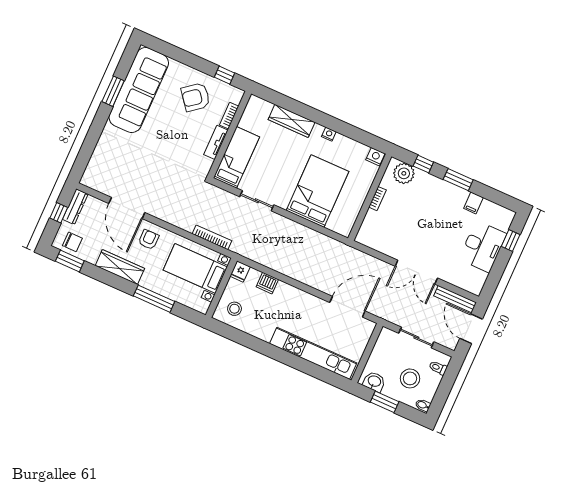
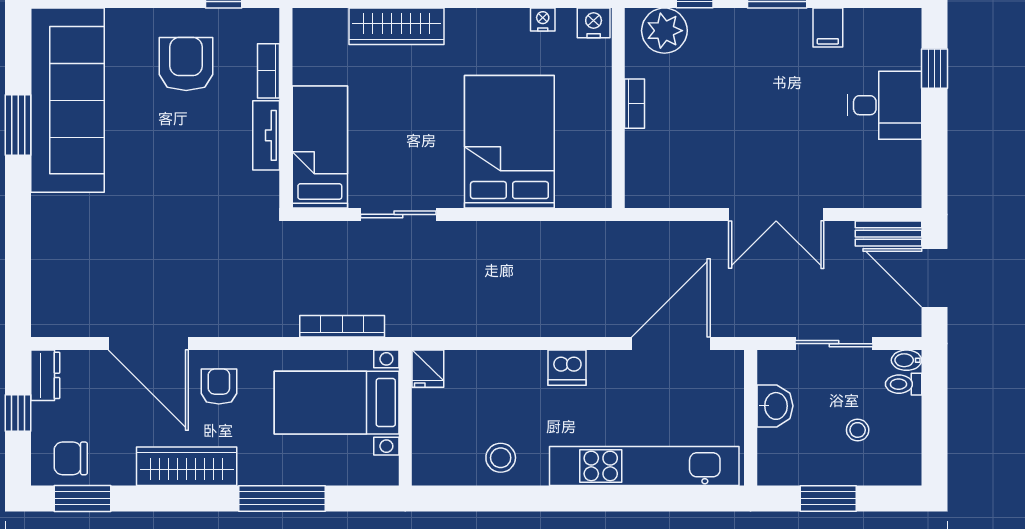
armchair: (196, 97) -> (186, 64), turned 128
nightstand: (329, 134) -> (543, 19), moved
dresser: (75, 207) -> (45, 375), width x0.70
chair: (72, 242) -> (71, 458), turned 180
desk: (483, 246) -> (885, 105), width x0.73
dishwasher: (267, 283) -> (567, 368), moved
bench: (455, 299) -> (888, 234), width x0.73
stool: (234, 309) -> (501, 458), moved
stool: (410, 378) -> (858, 430), width x0.53, depth x0.53
washbasin: (374, 382) -> (775, 406), moved, turned 90
bidet: (423, 405) -> (907, 360), moved

